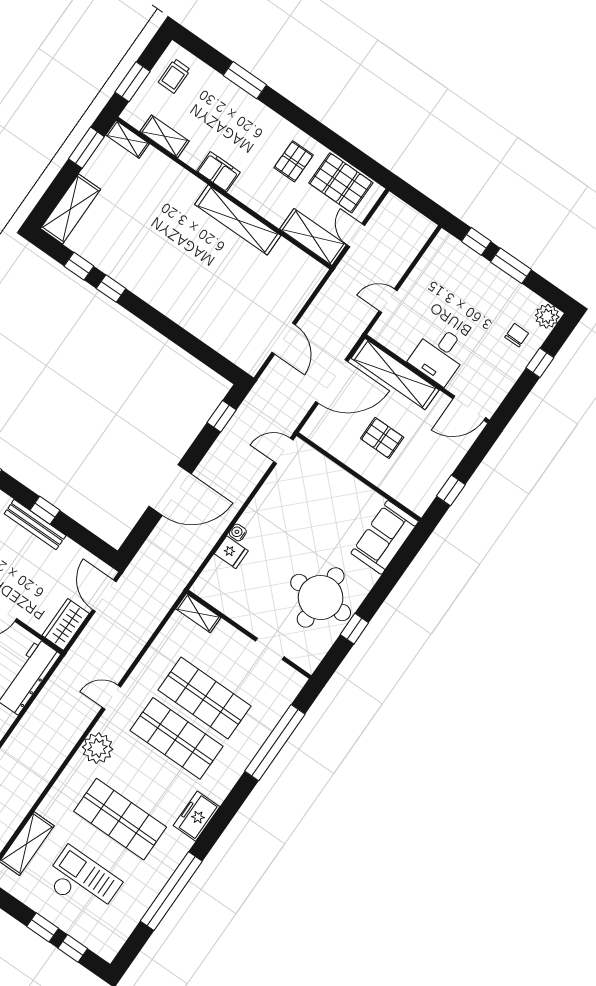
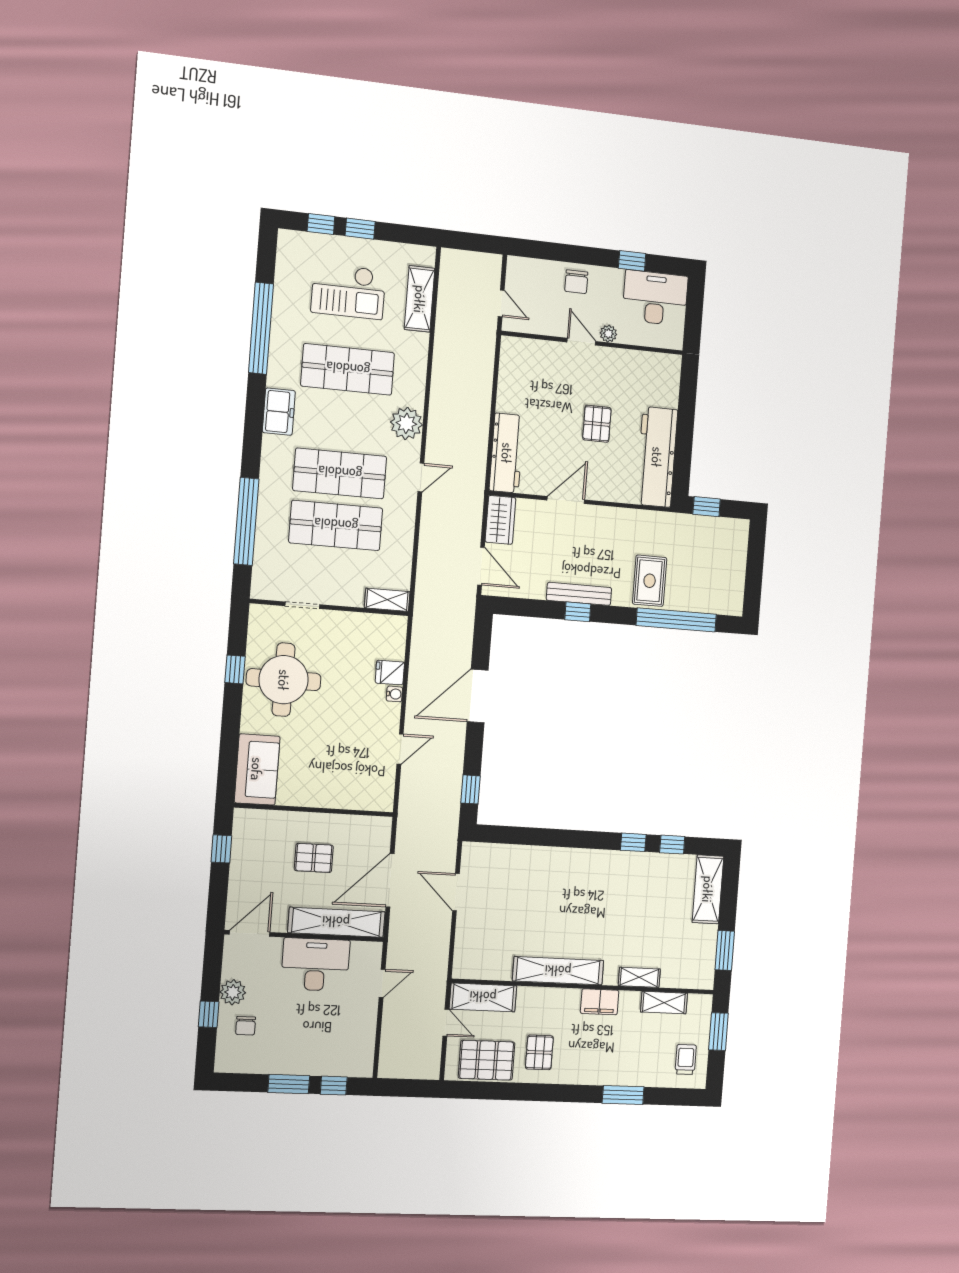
shelving: (127, 139) -> (639, 977), moved
plant: (547, 316) -> (233, 992), moved
desk: (439, 355) -> (315, 965), width x1.37
door: (283, 451) -> (400, 749), moved

